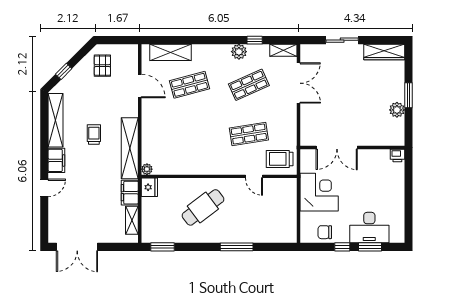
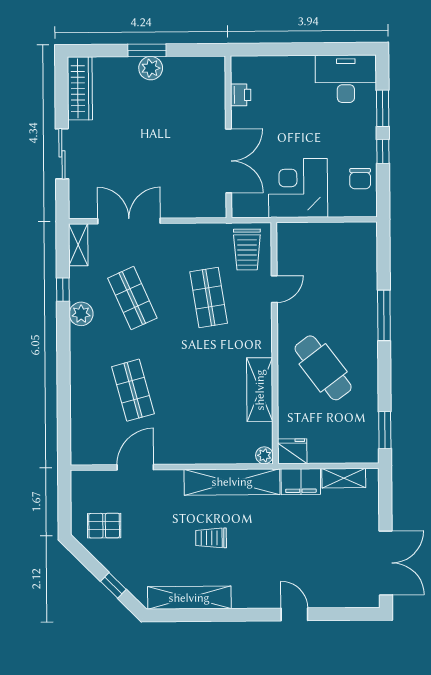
shelving: (170, 52) -> (260, 390), moved
plant: (397, 110) -> (151, 68), moved
printer: (397, 156) -> (241, 95), moved
filing cabinet: (56, 160) -> (252, 596), removed
desk: (369, 228) -> (346, 79), moved, turned -90

